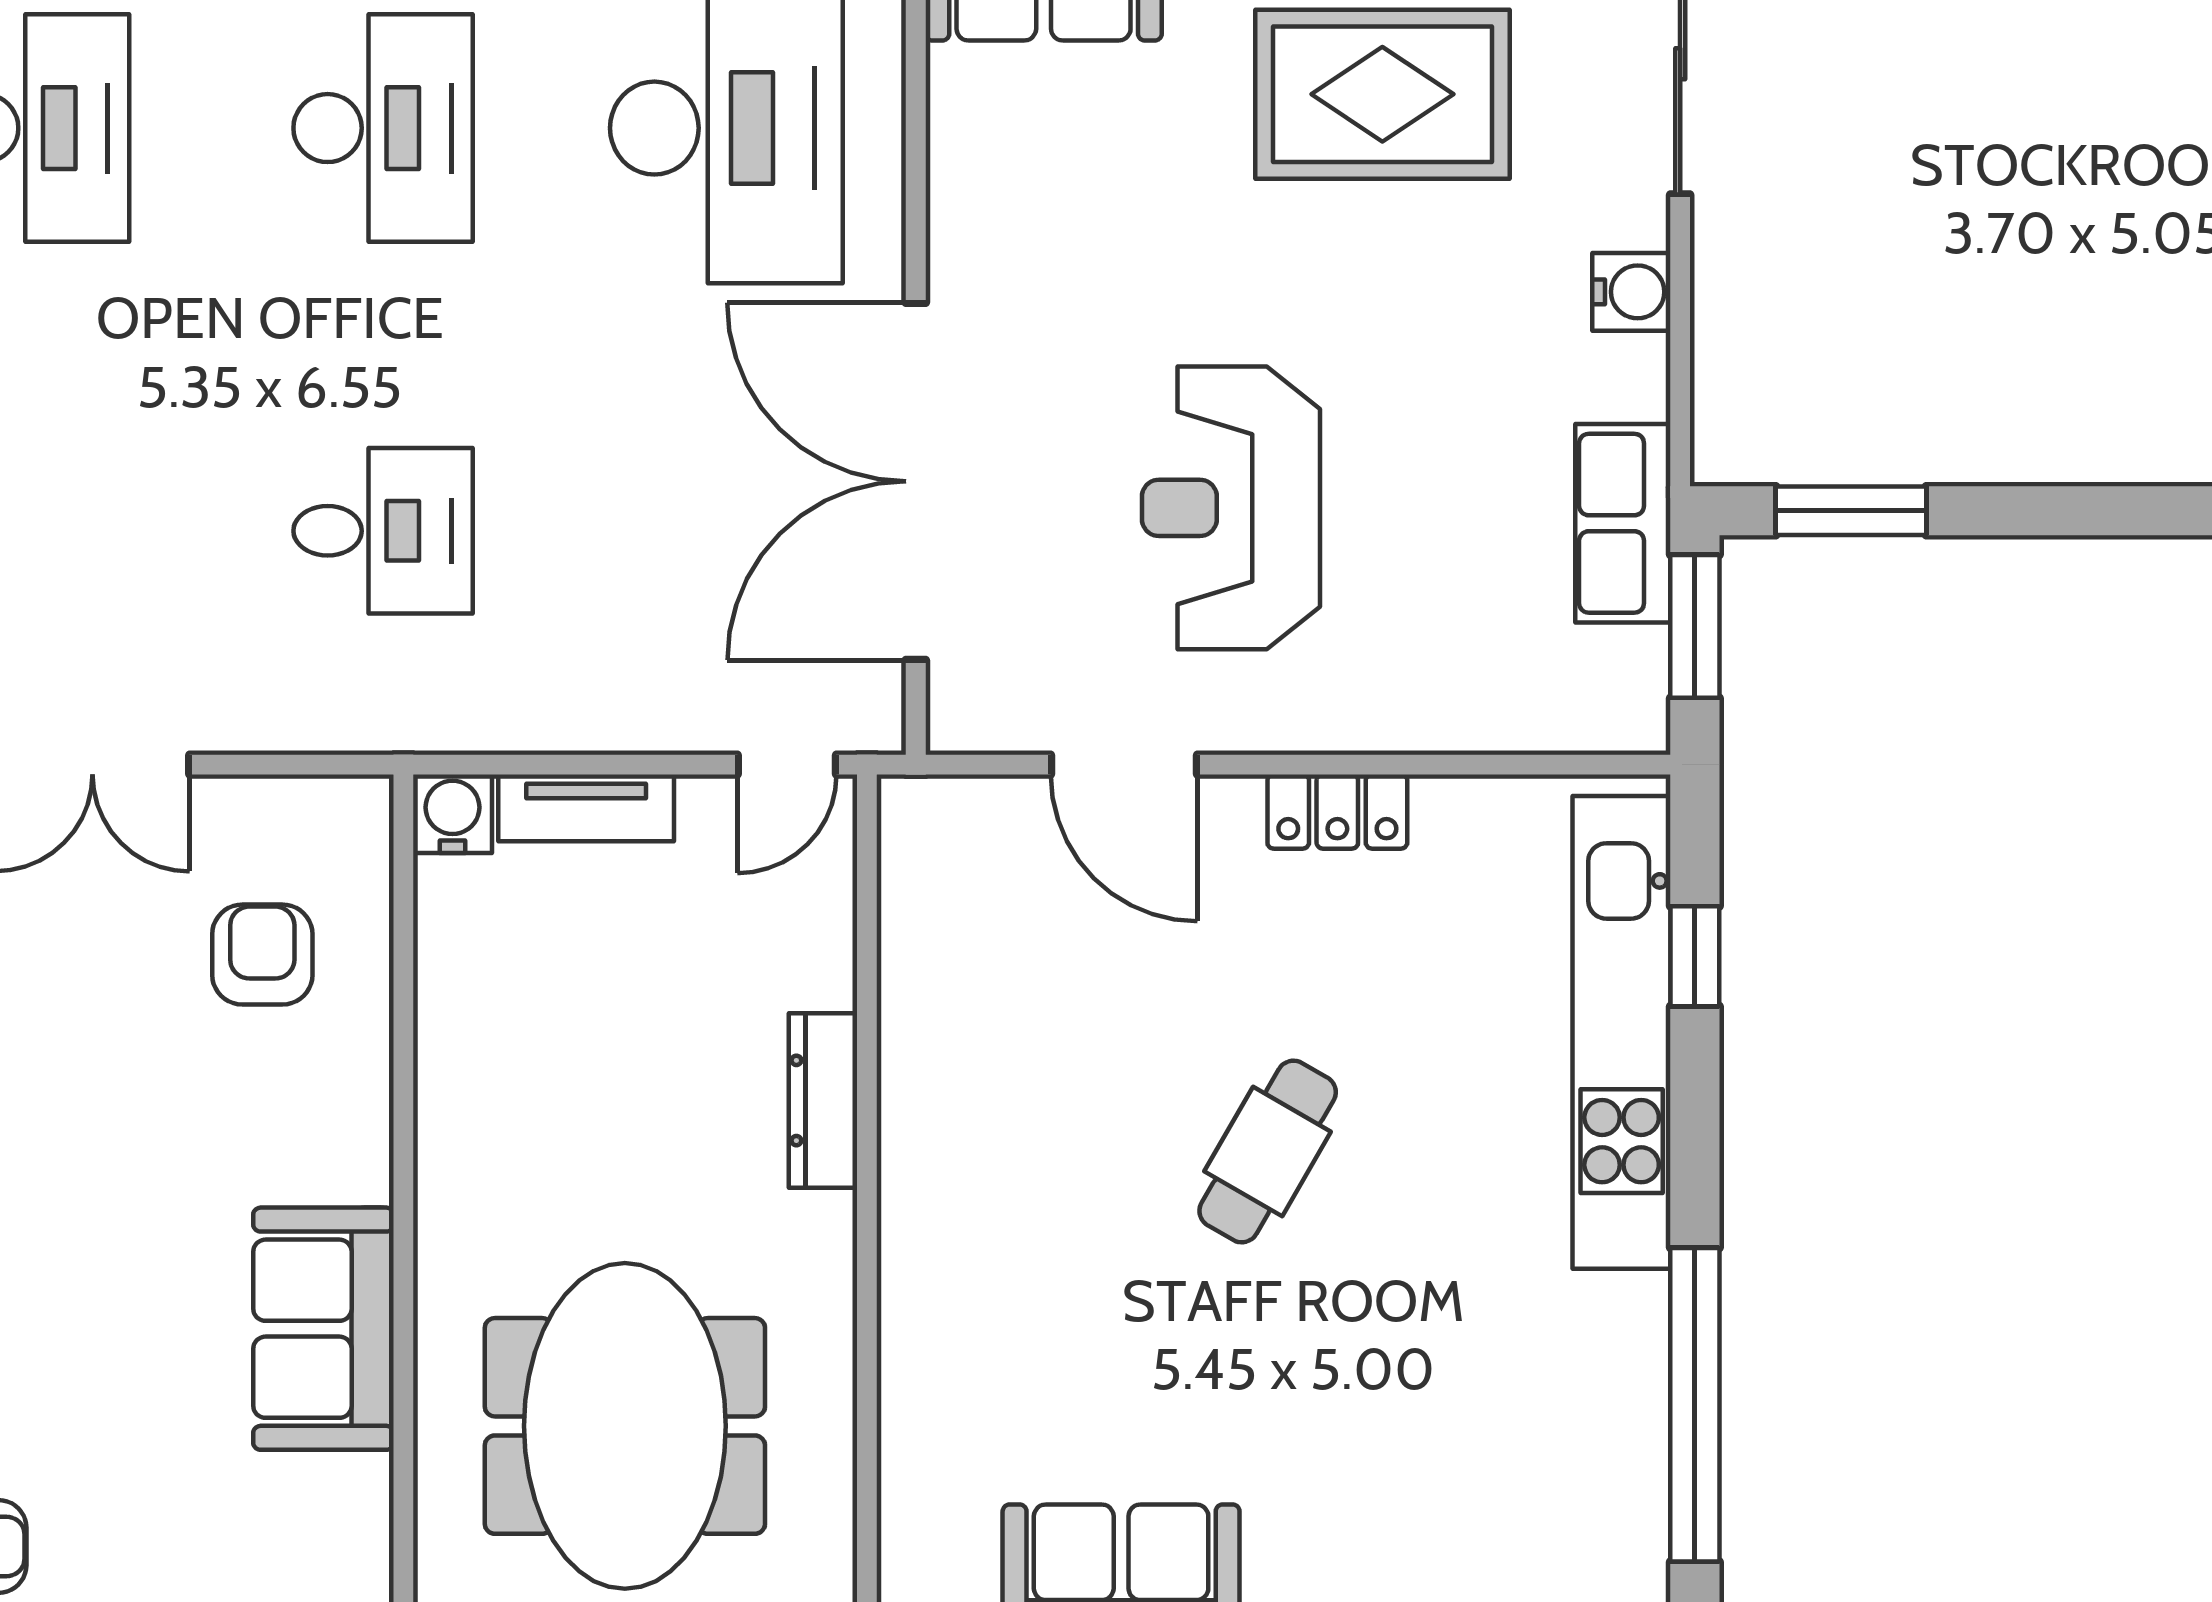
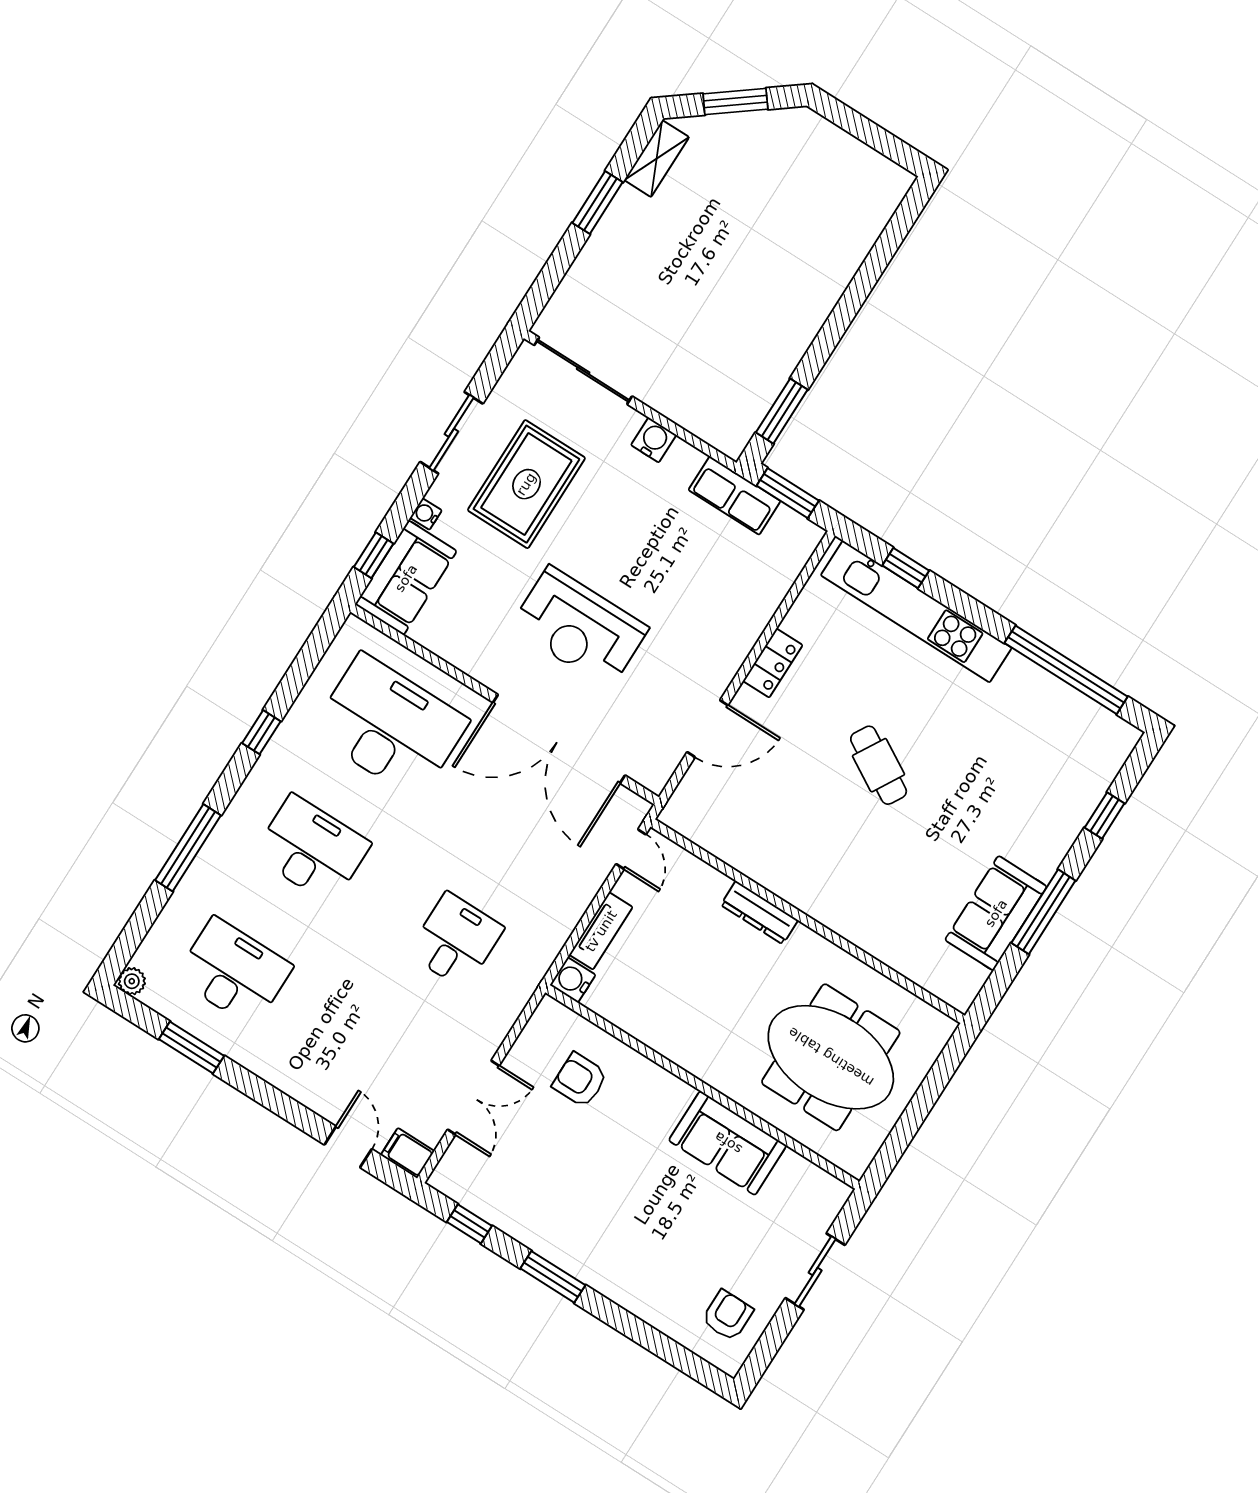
reception desk: (1231, 508) -> (579, 627), moved

